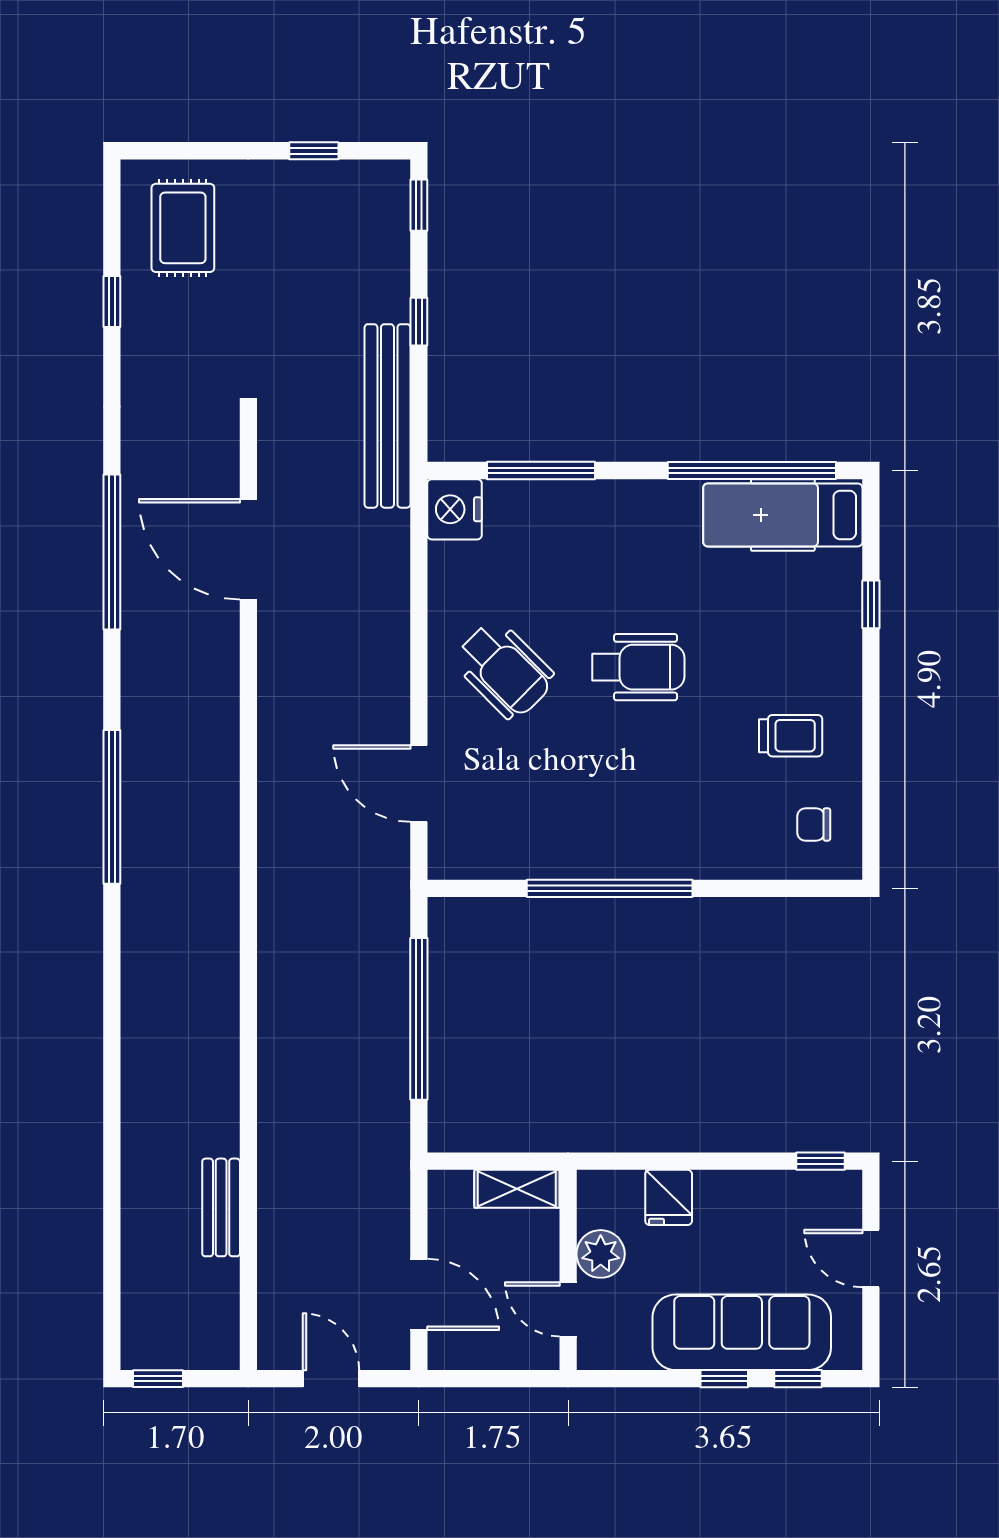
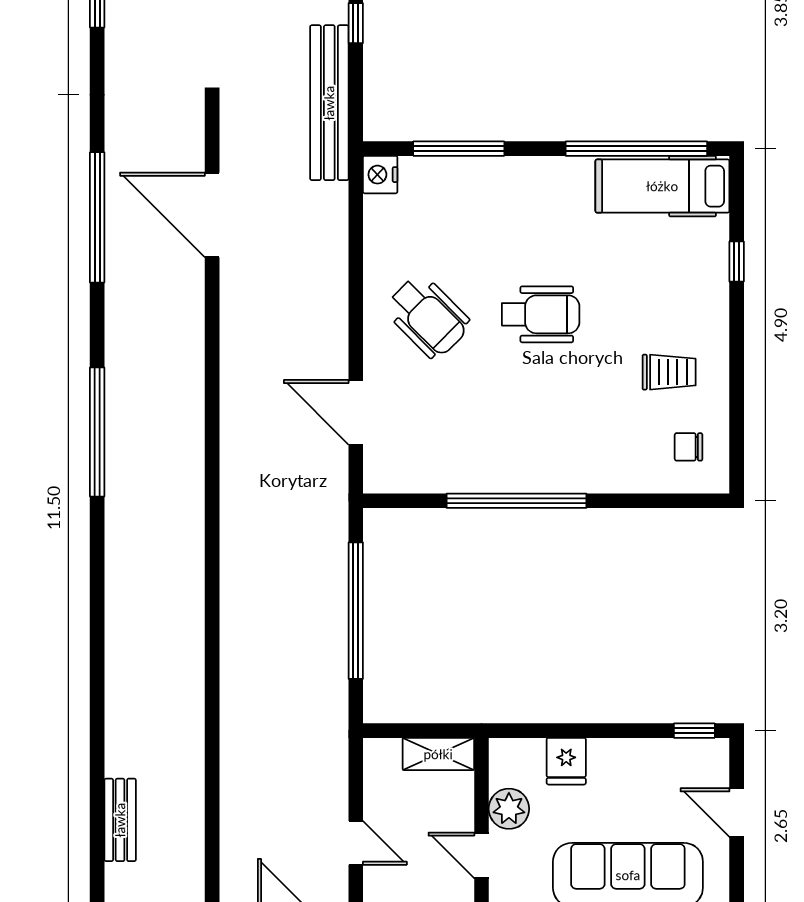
nightstand: (454, 509) -> (380, 175), width x0.74, depth x0.75
bench: (221, 1207) -> (120, 820), moved
door: (419, 1294) -> (356, 843), width x0.73

